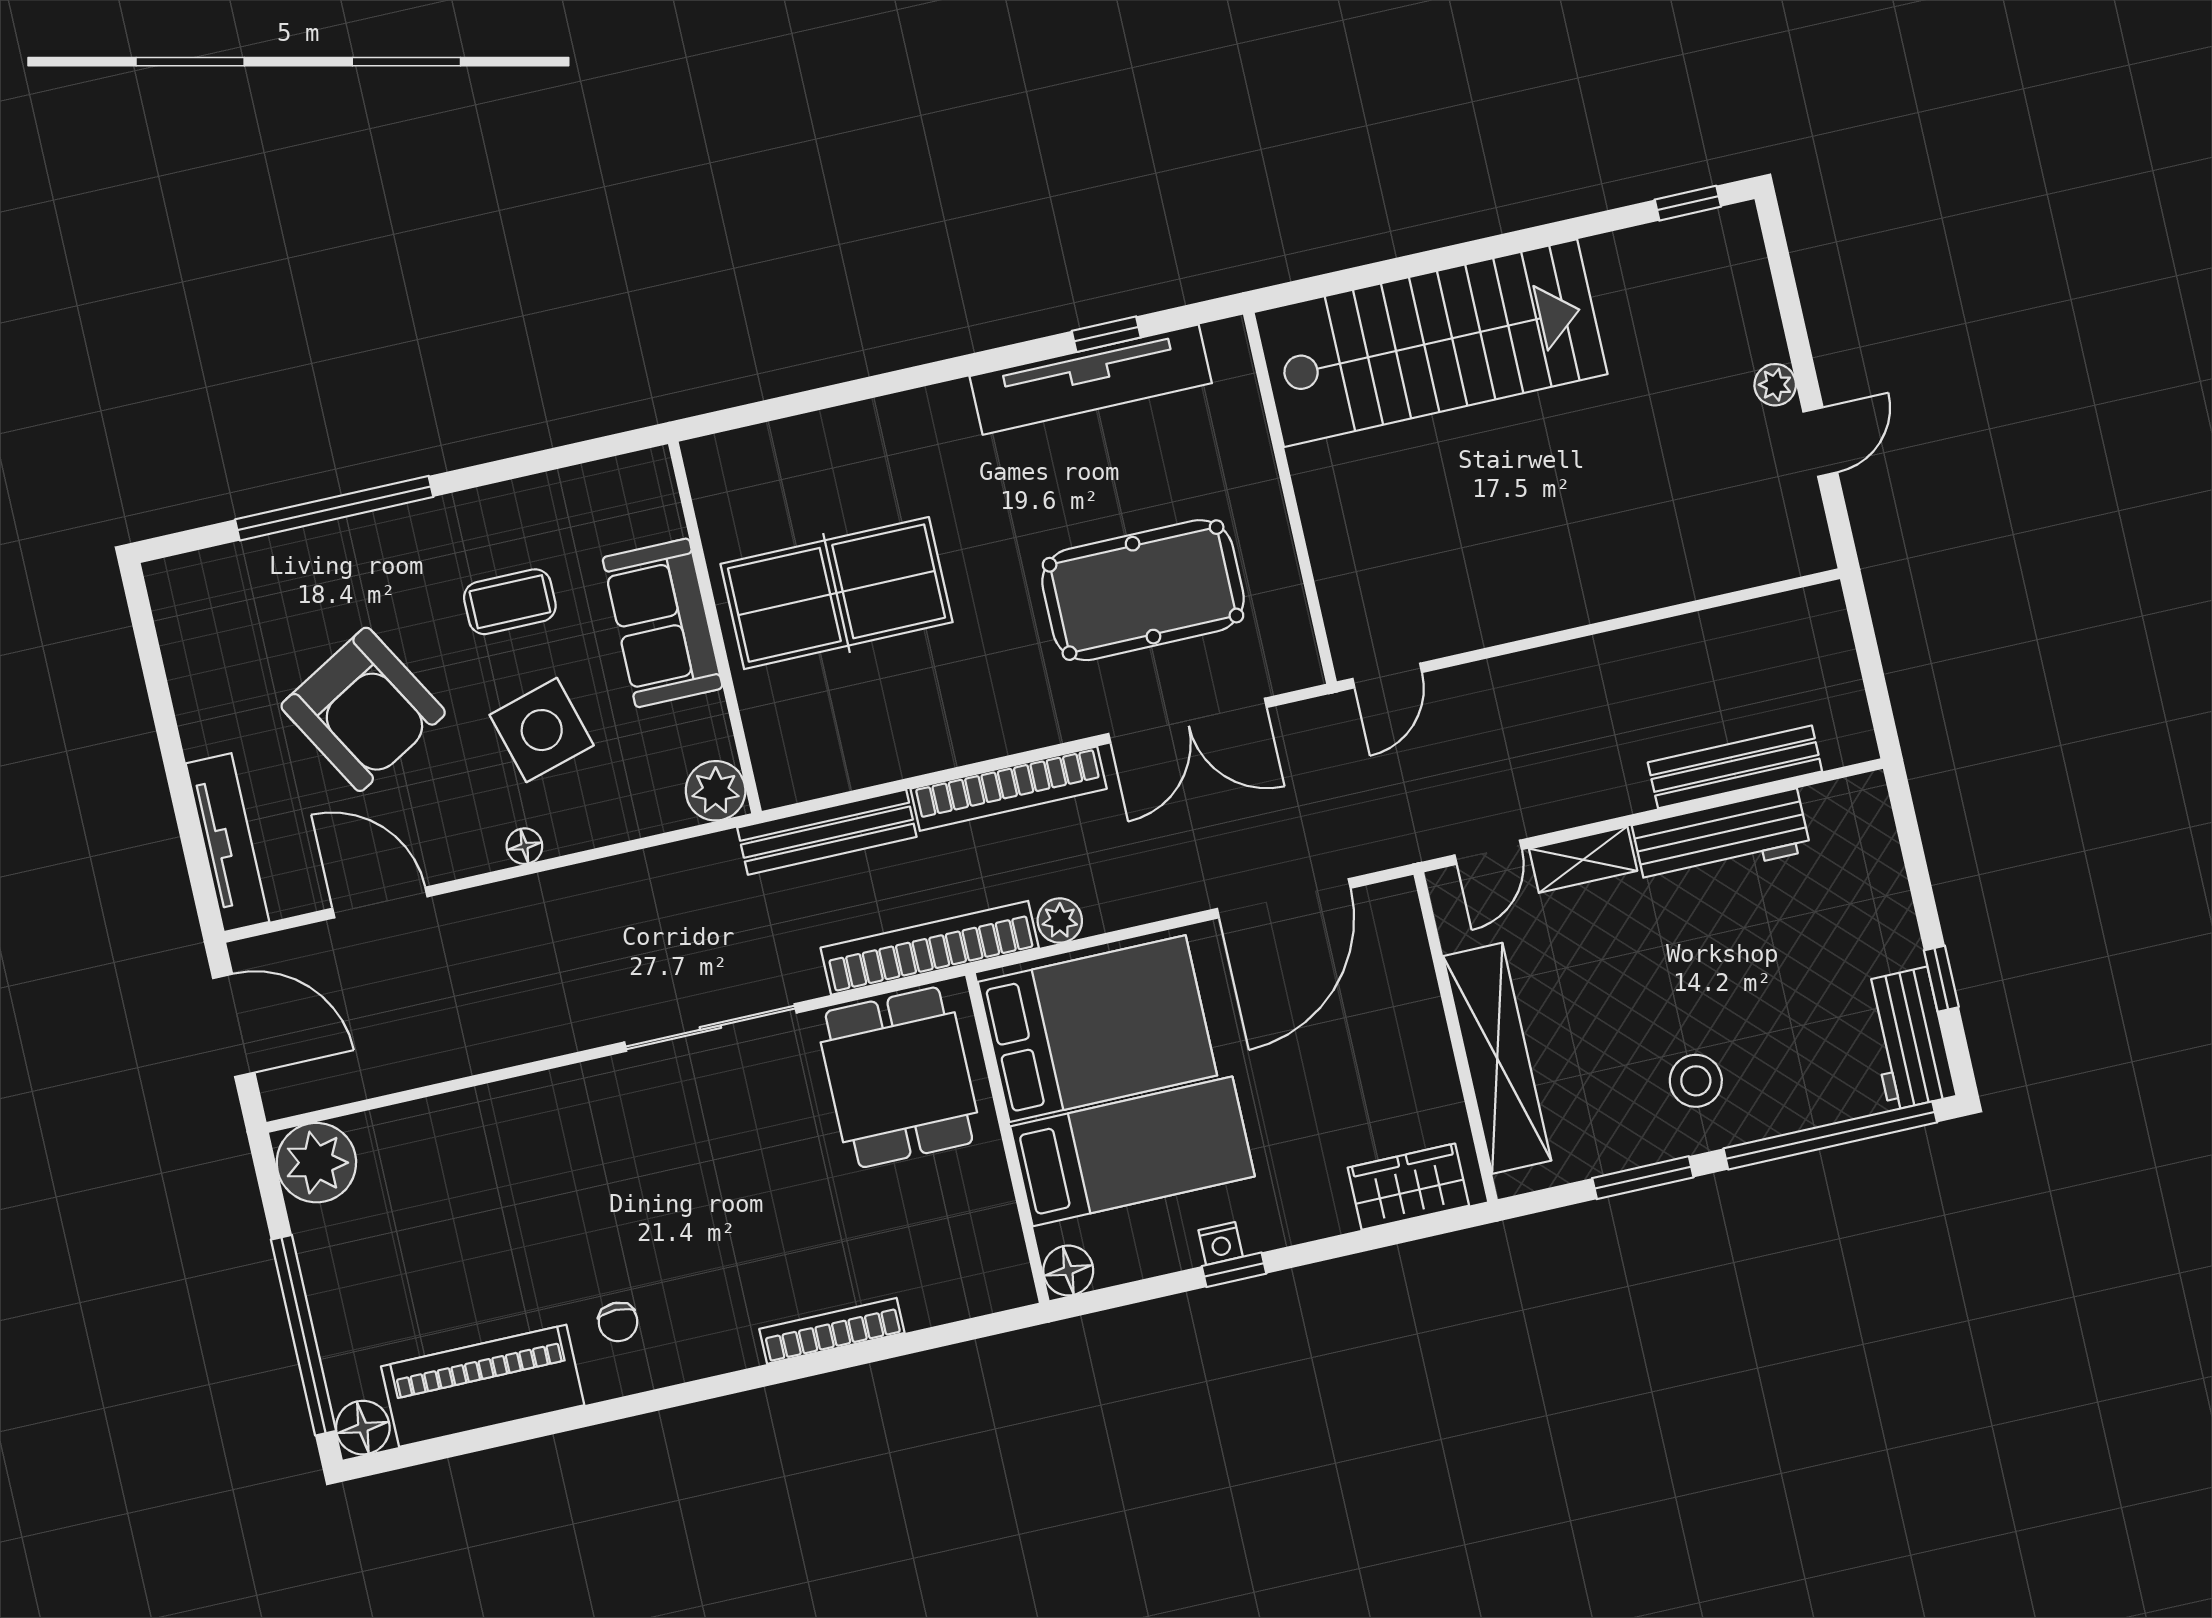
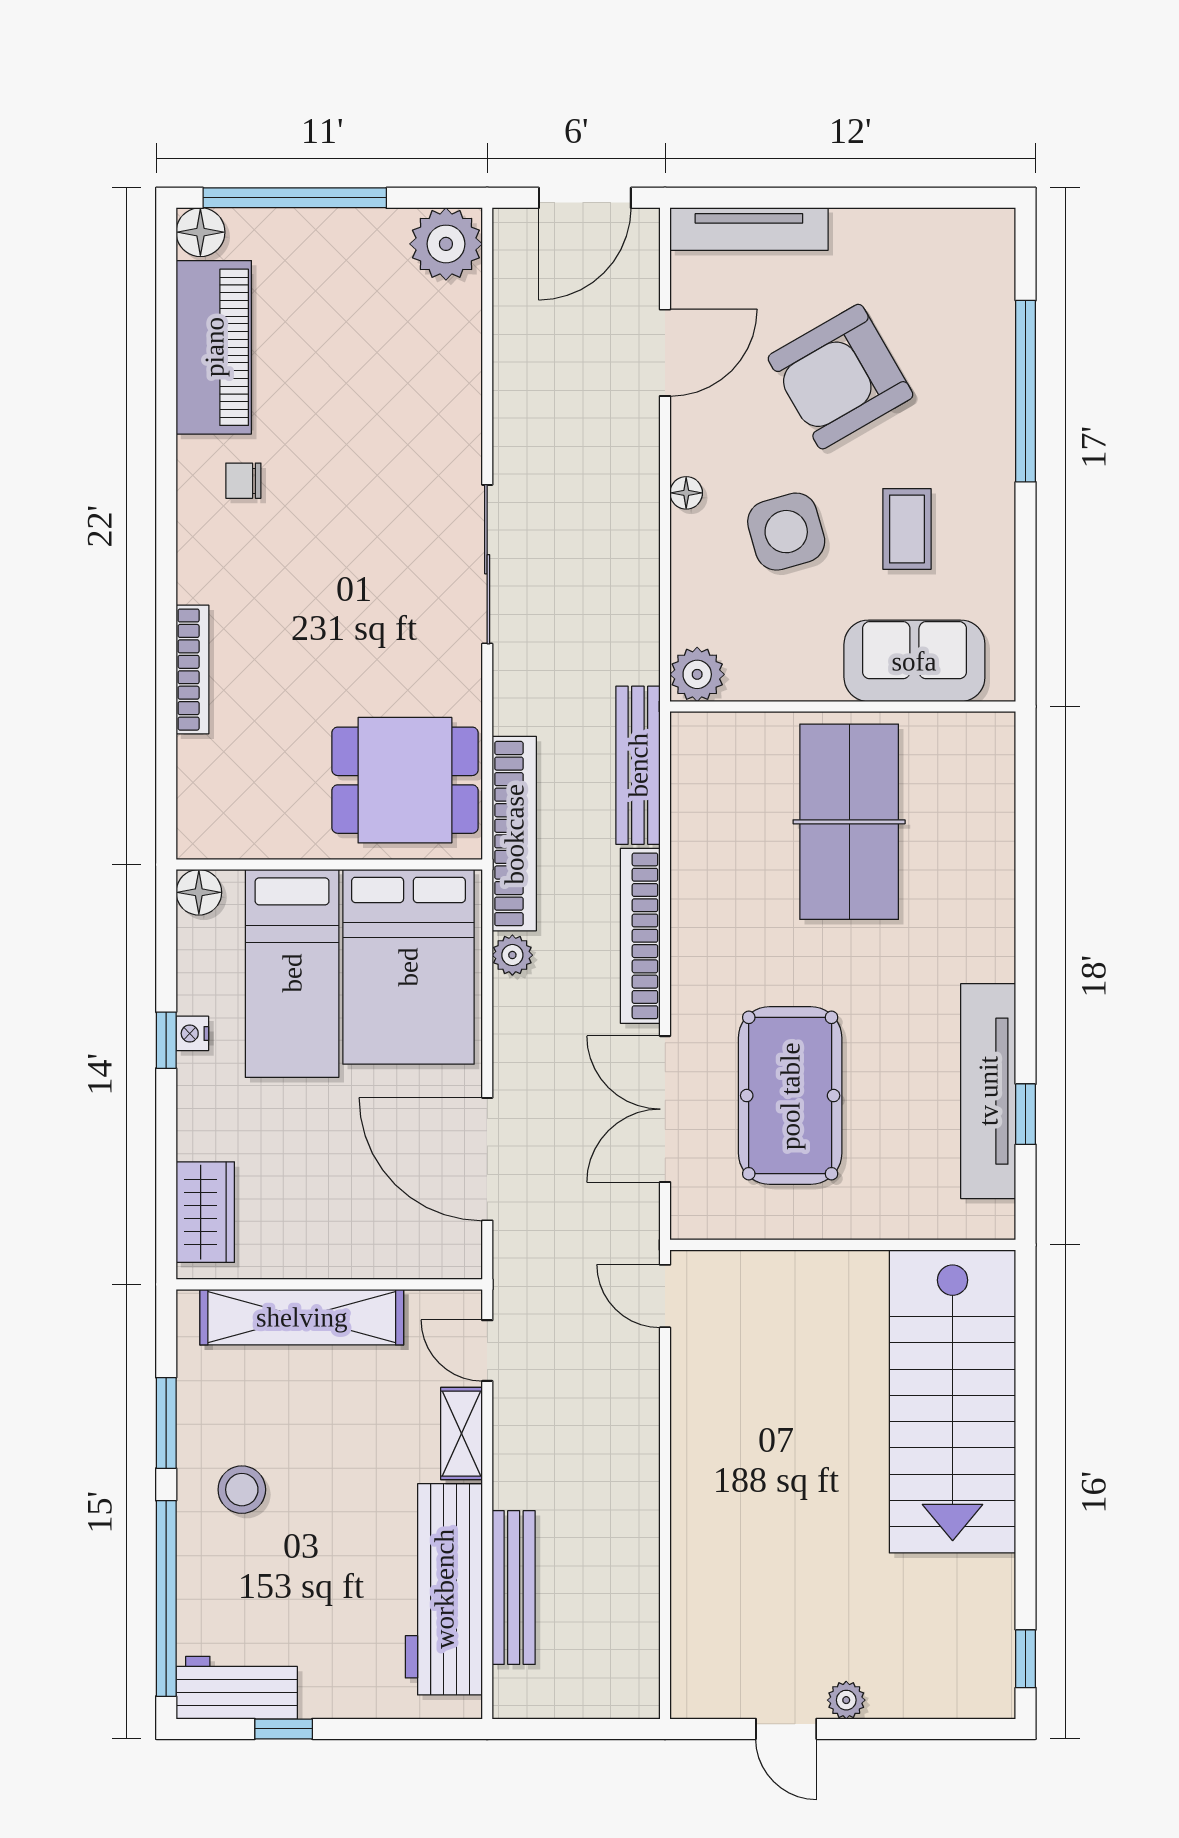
sofa: (663, 623) -> (914, 661), moved
workbench: (1721, 838) -> (444, 1589), width x1.36, depth x1.32
sliding door: (710, 1028) -> (487, 564), moved

